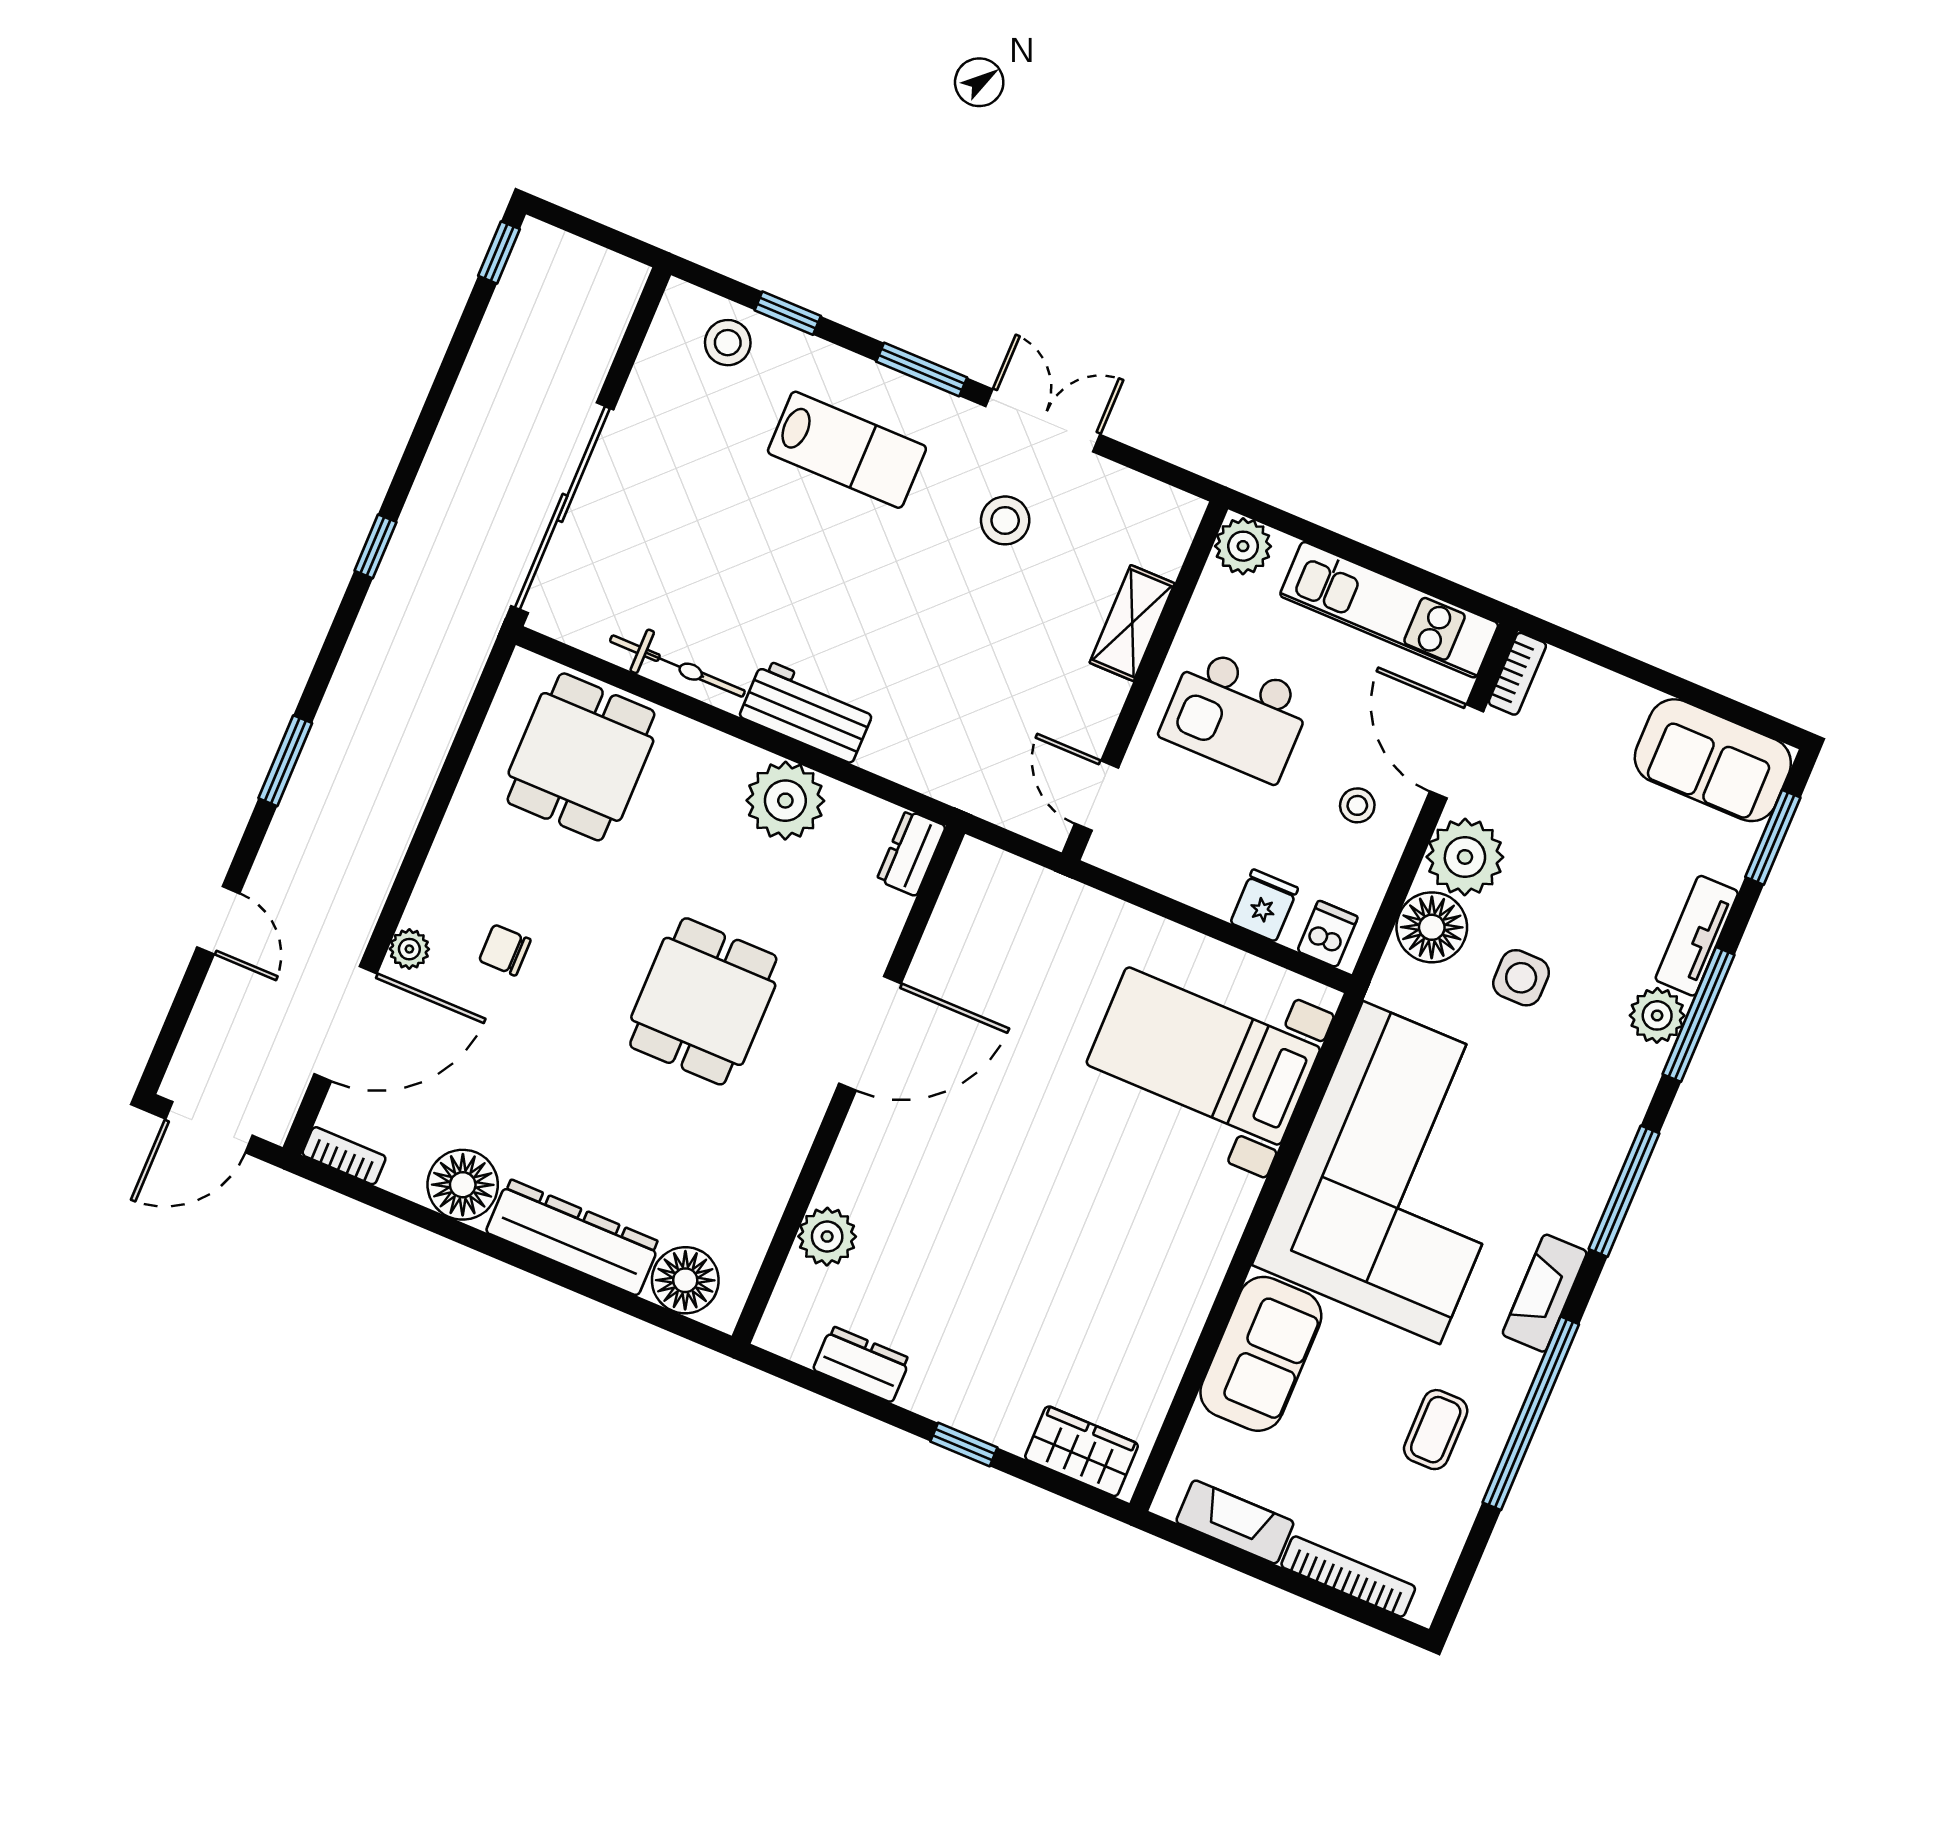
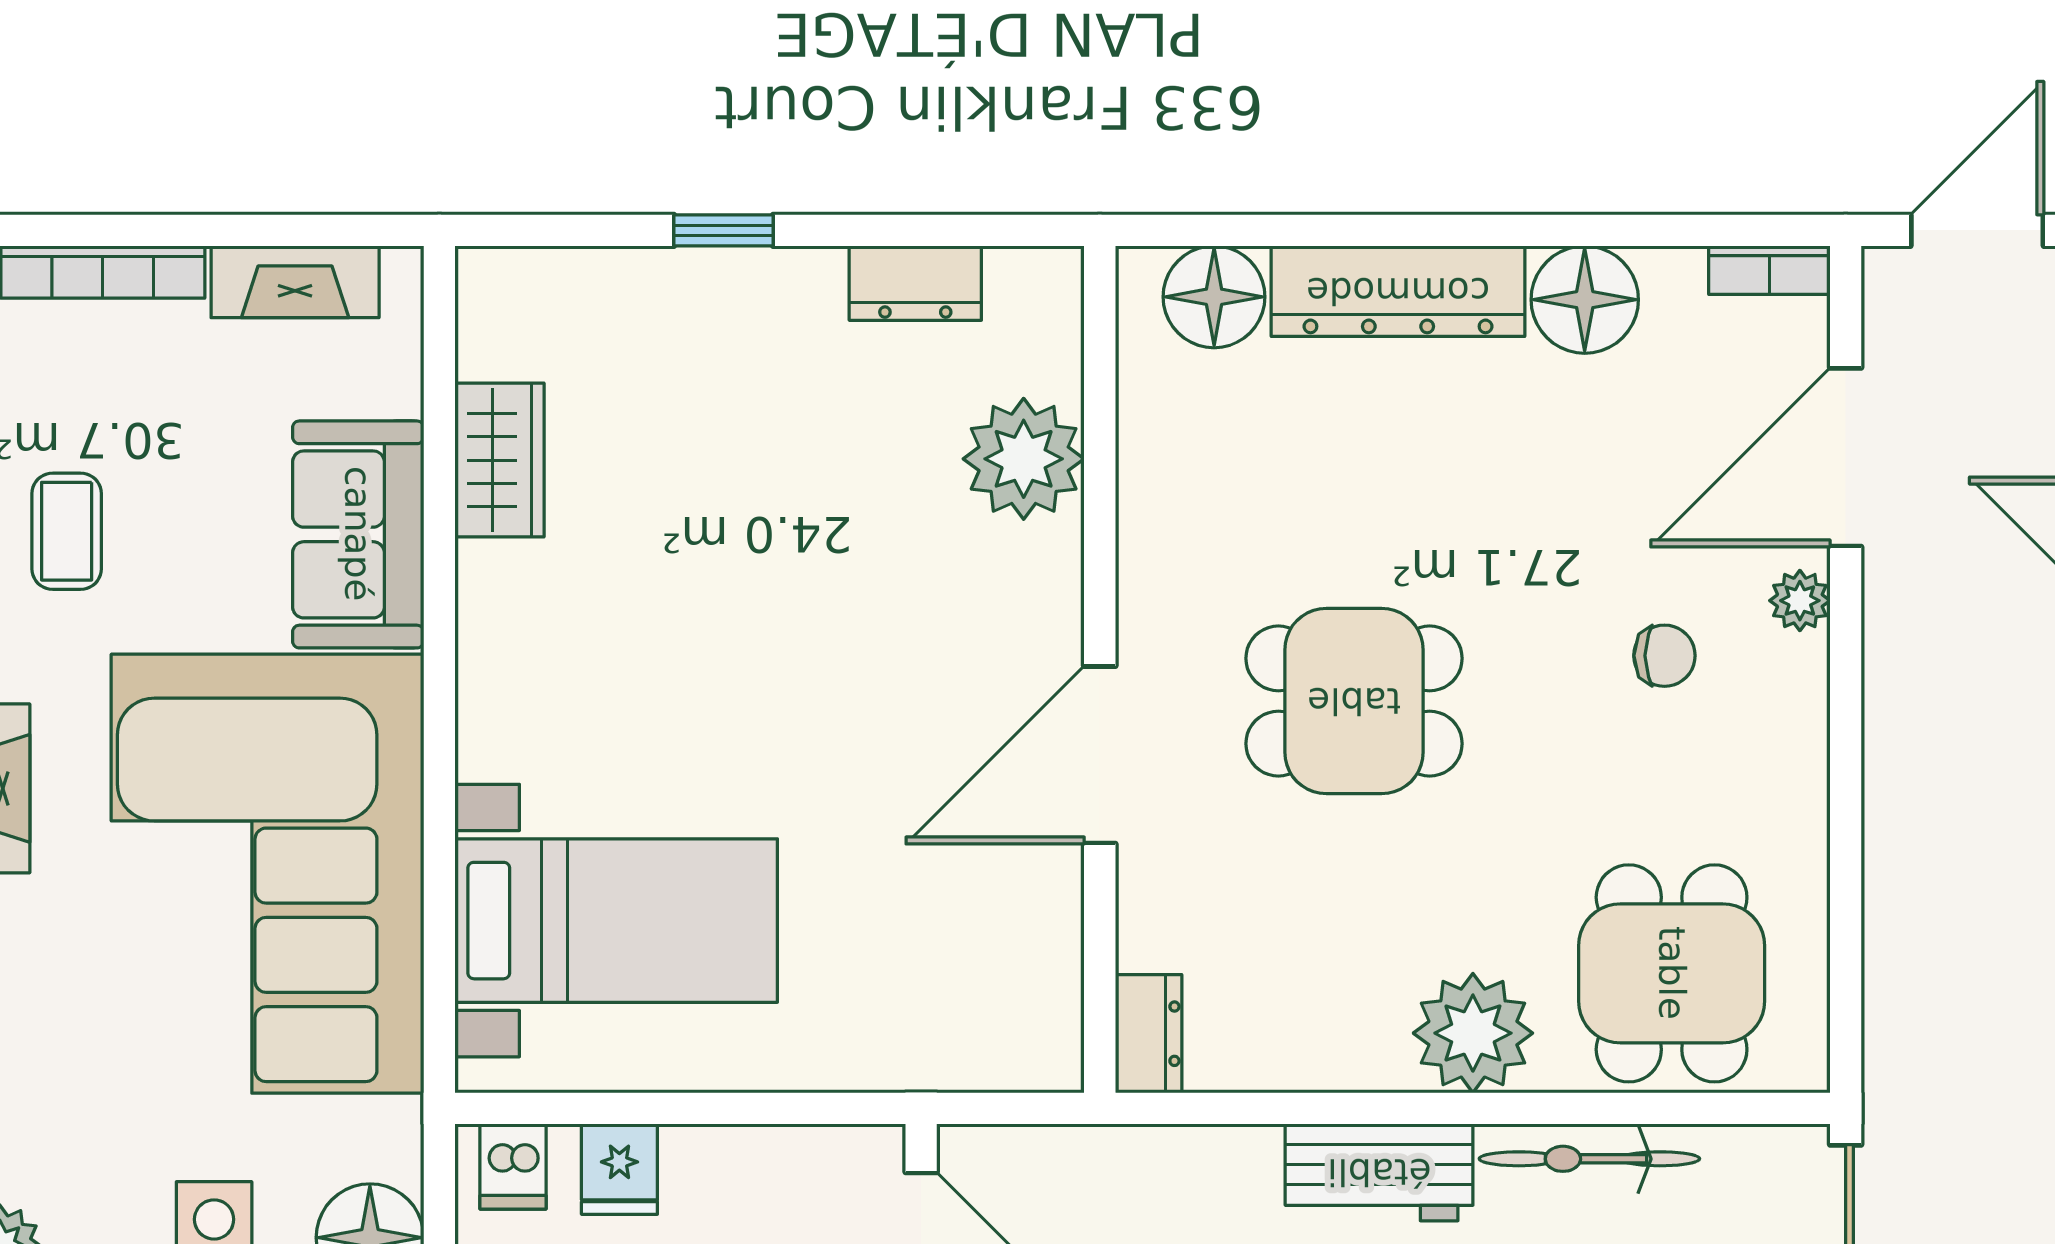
plant: (785, 801) -> (1473, 1033), moved
dining table: (703, 1001) -> (1354, 701), turned 90
plant: (827, 1237) -> (1024, 459), width x1.36, depth x1.36
wardrobe: (1082, 1451) -> (499, 460), moved, turned -90

